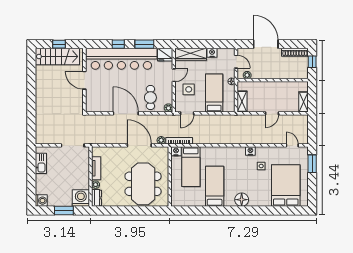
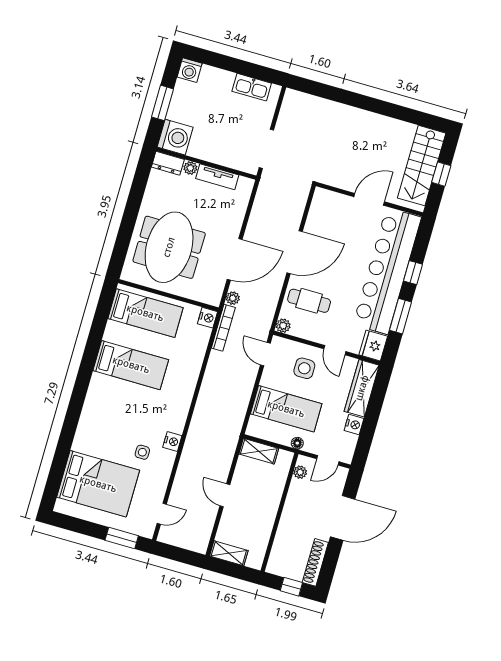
bed: (191, 167) -> (145, 313), moved, turned 180
meeting table: (143, 184) -> (169, 247), turned 90
floor lamp: (242, 200) -> (96, 404), removed

